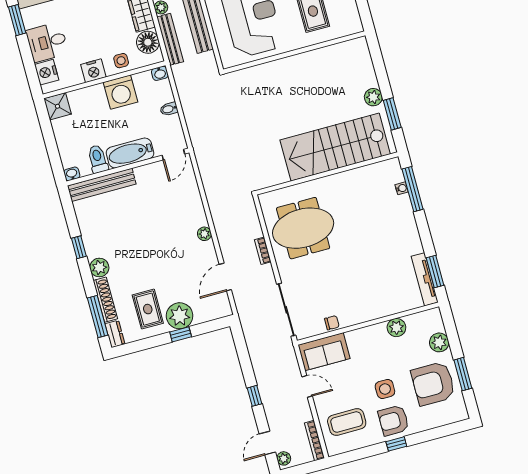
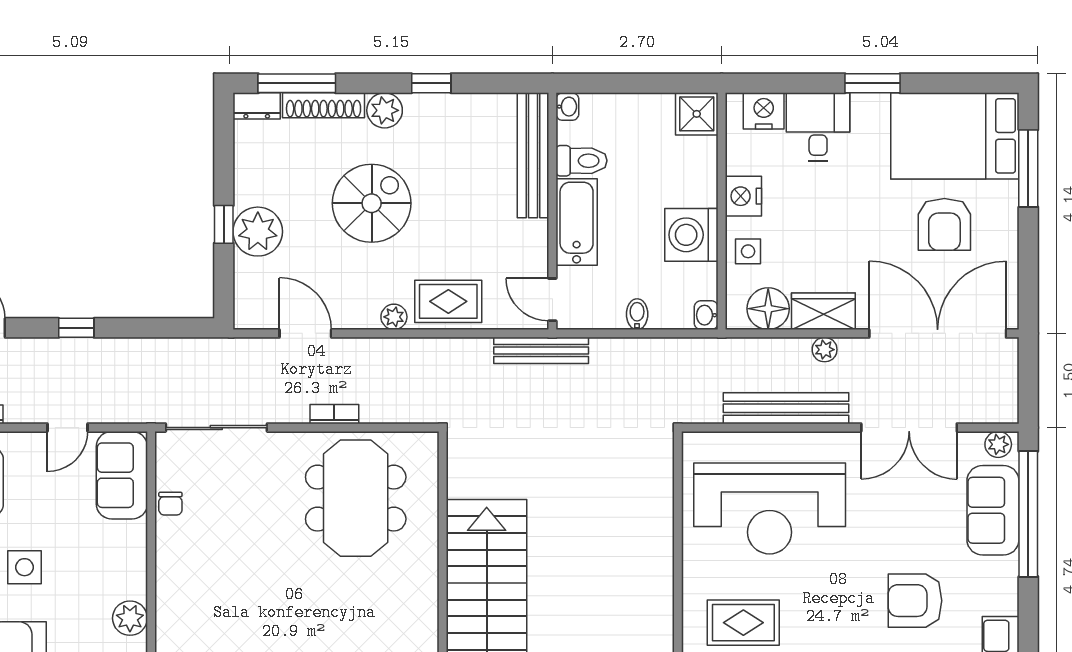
bench: (170, 39) -> (541, 350), moved
spiral stairs: (149, 261) -> (372, 203), added
rug: (148, 309) -> (448, 301), moved

